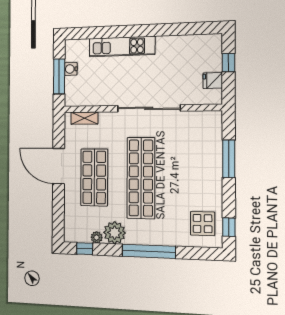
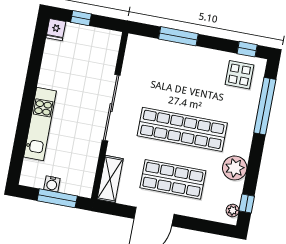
fridge: (213, 81) -> (56, 30), moved
shelving: (84, 118) -> (110, 179), width x1.50, depth x1.33
plant: (97, 237) -> (233, 210), moved
window: (149, 251) -> (265, 106), moved

